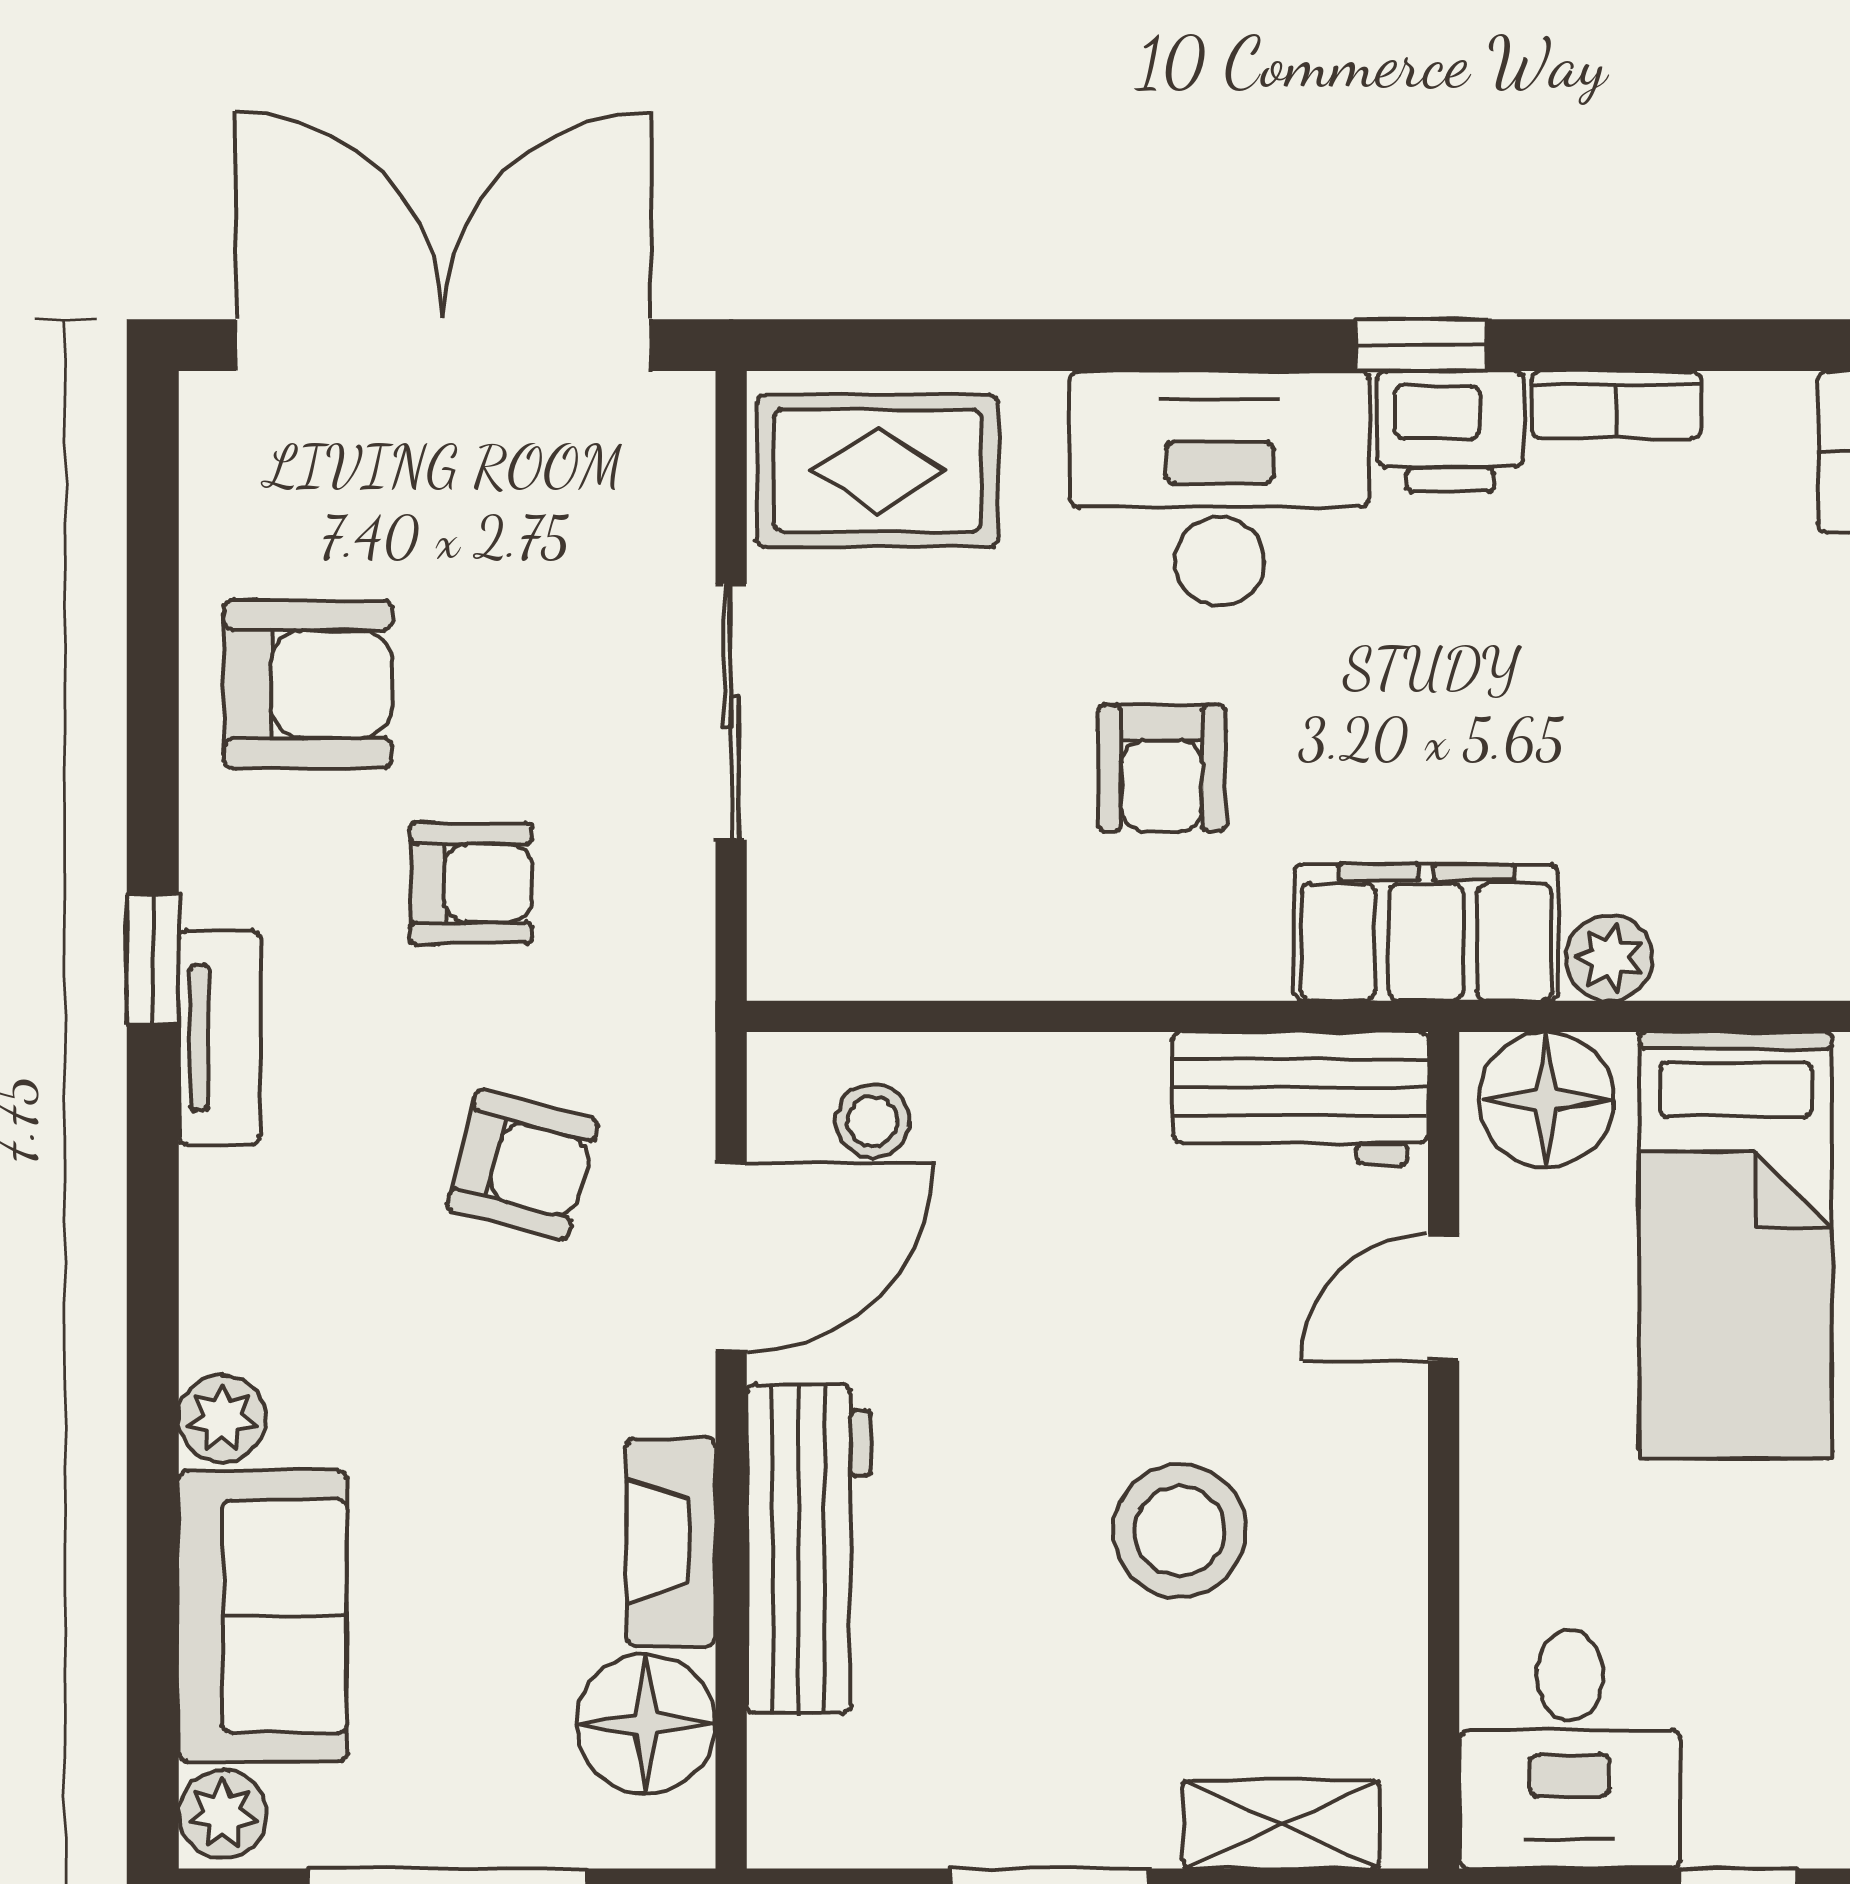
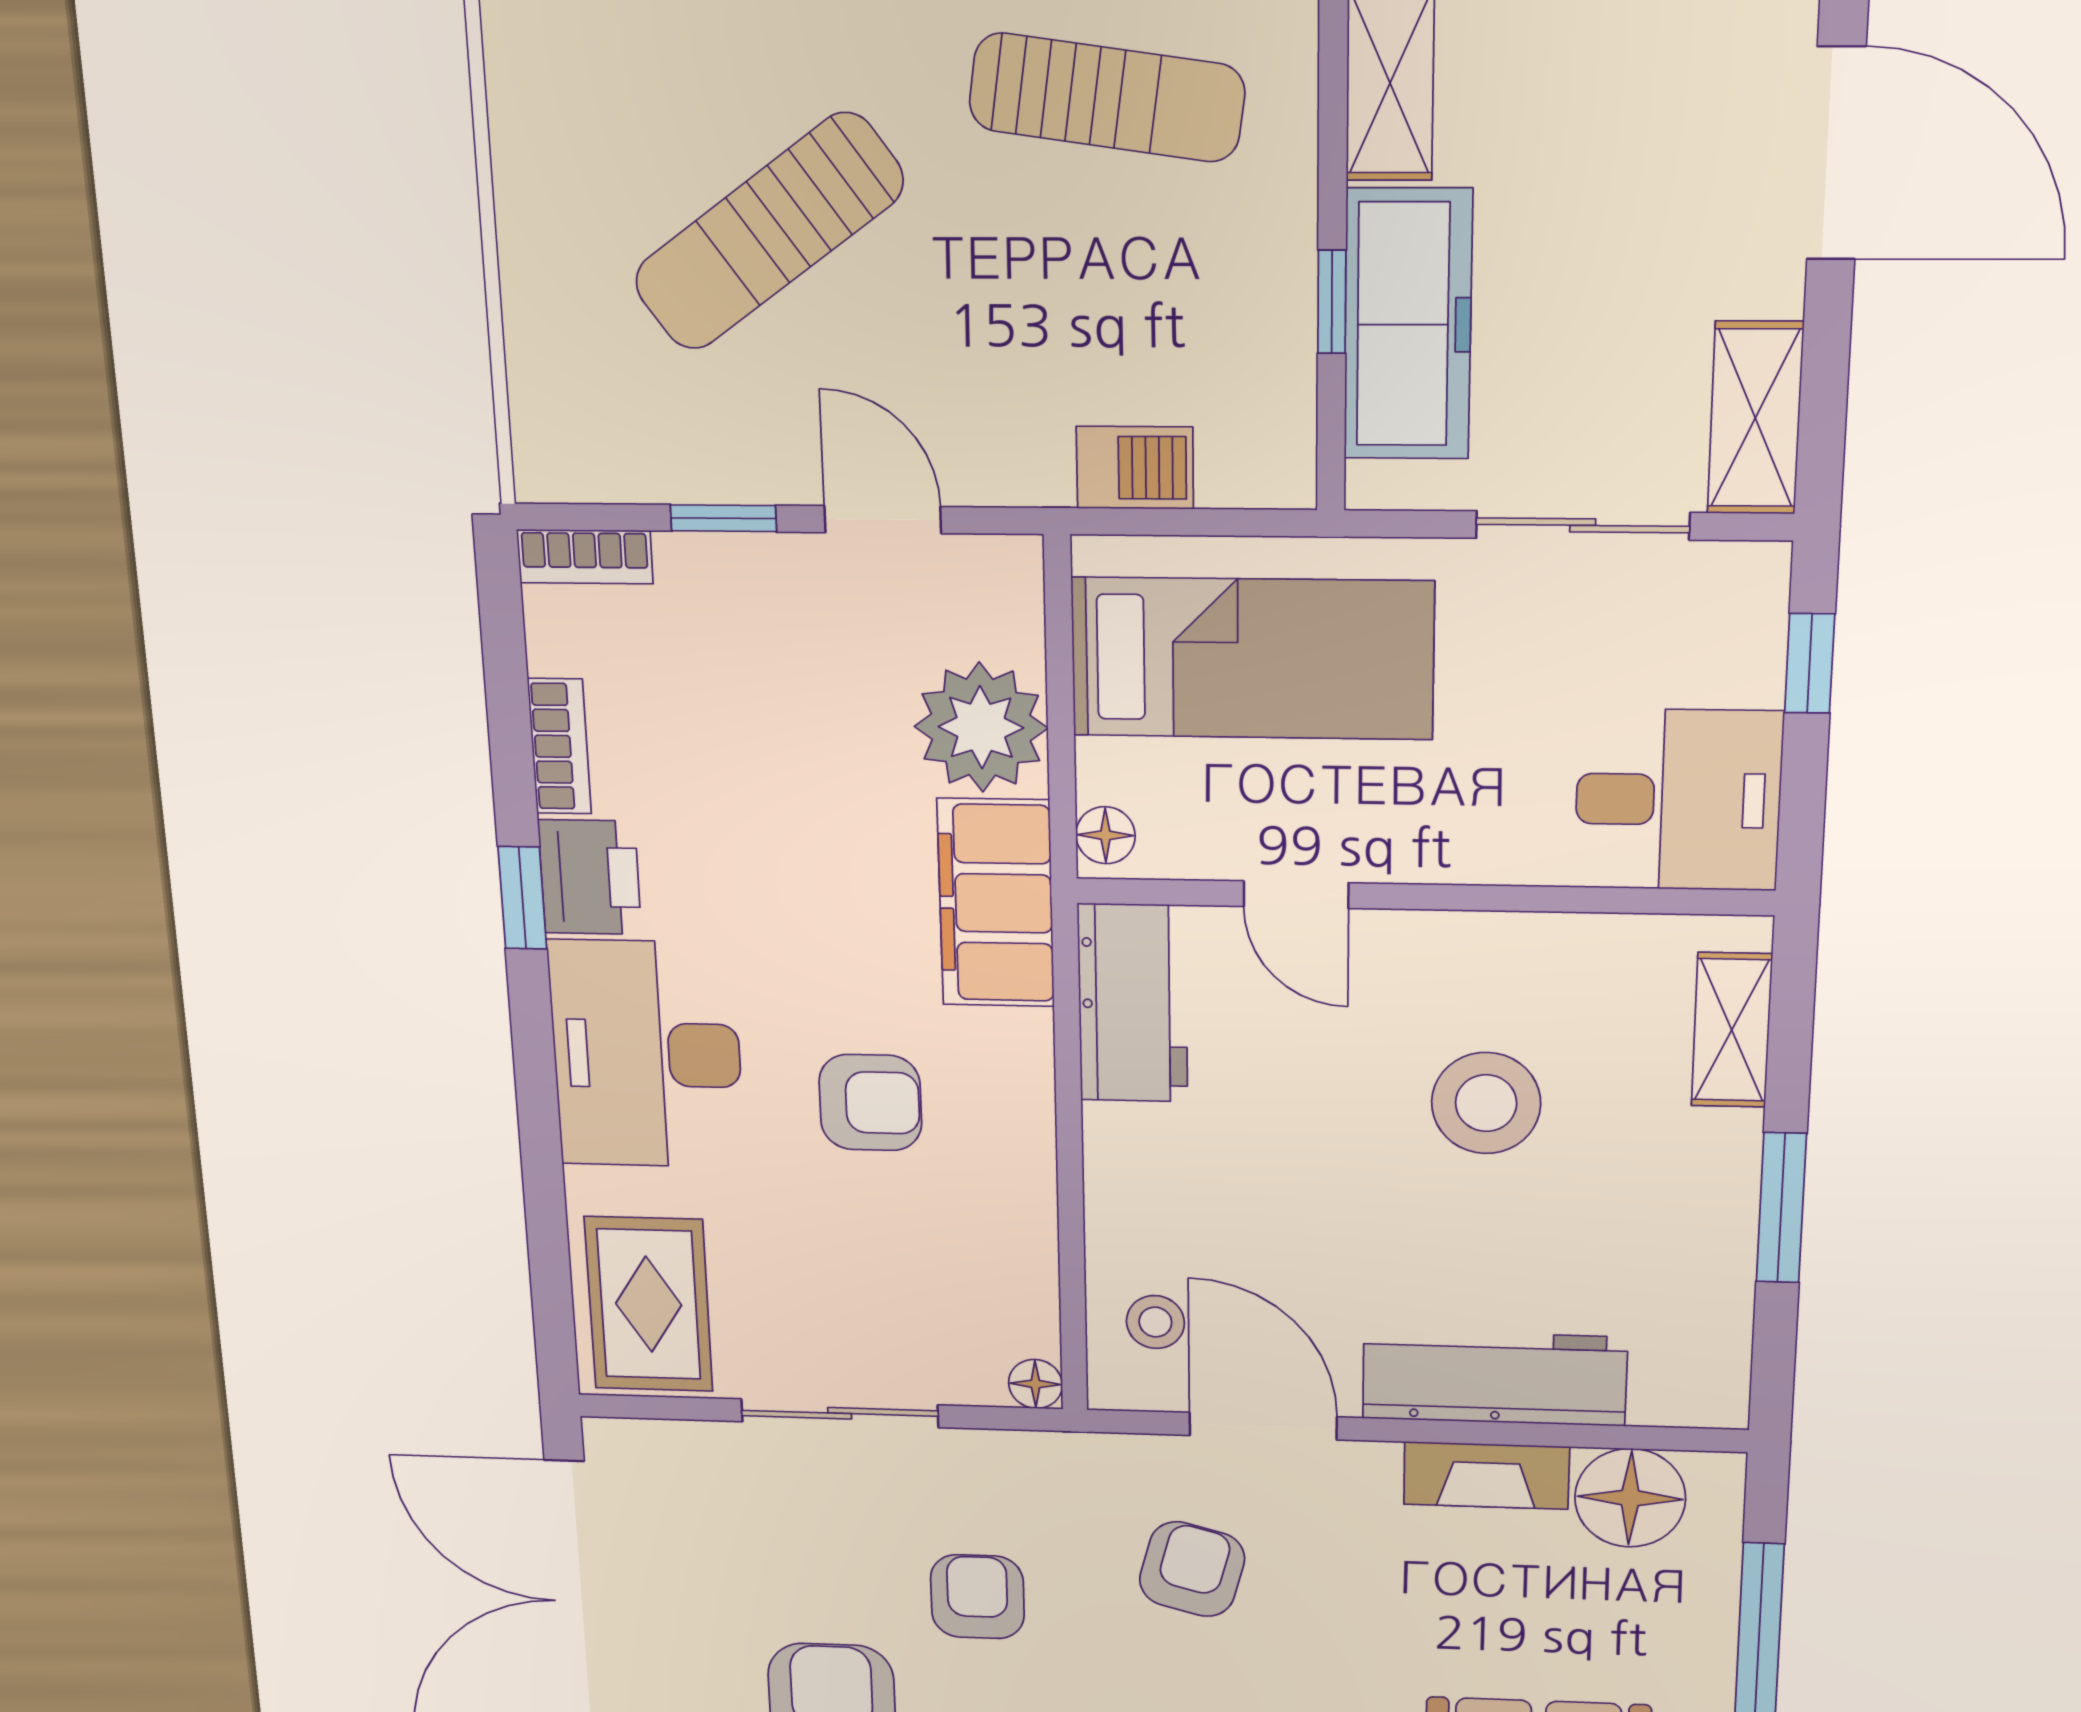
plant: (1610, 958) -> (981, 727), width x1.88, depth x1.88
floor lamp: (781, 966) -> (1035, 1384), added
floor lamp: (1547, 1100) -> (1105, 835), width x0.53, depth x0.53

